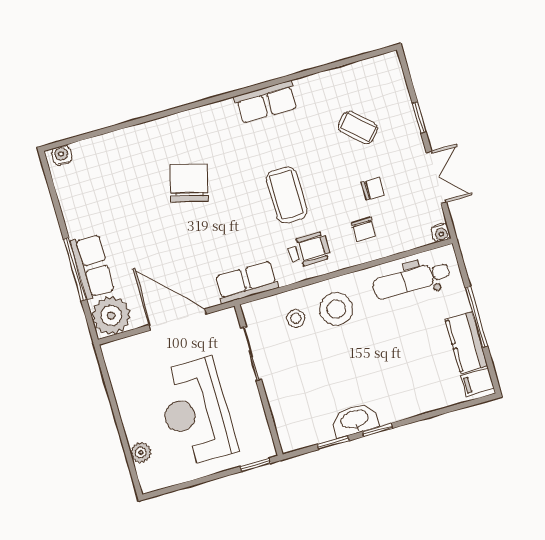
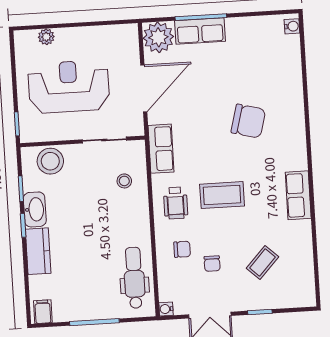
chair: (364, 229) -> (182, 249), turned 180
stool: (336, 309) -> (50, 161), moved
kitchen counter: (466, 343) -> (38, 251), moved, turned 90

